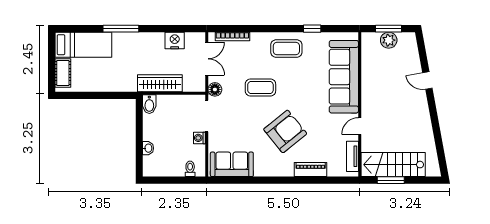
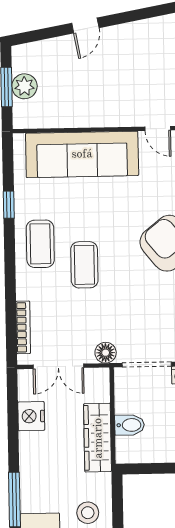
double door: (207, 59) -> (58, 366), swing flipped
stool: (111, 76) -> (88, 513), added
coffee table: (260, 87) -> (84, 265), moved
bidet: (149, 104) -> (130, 425), moved

